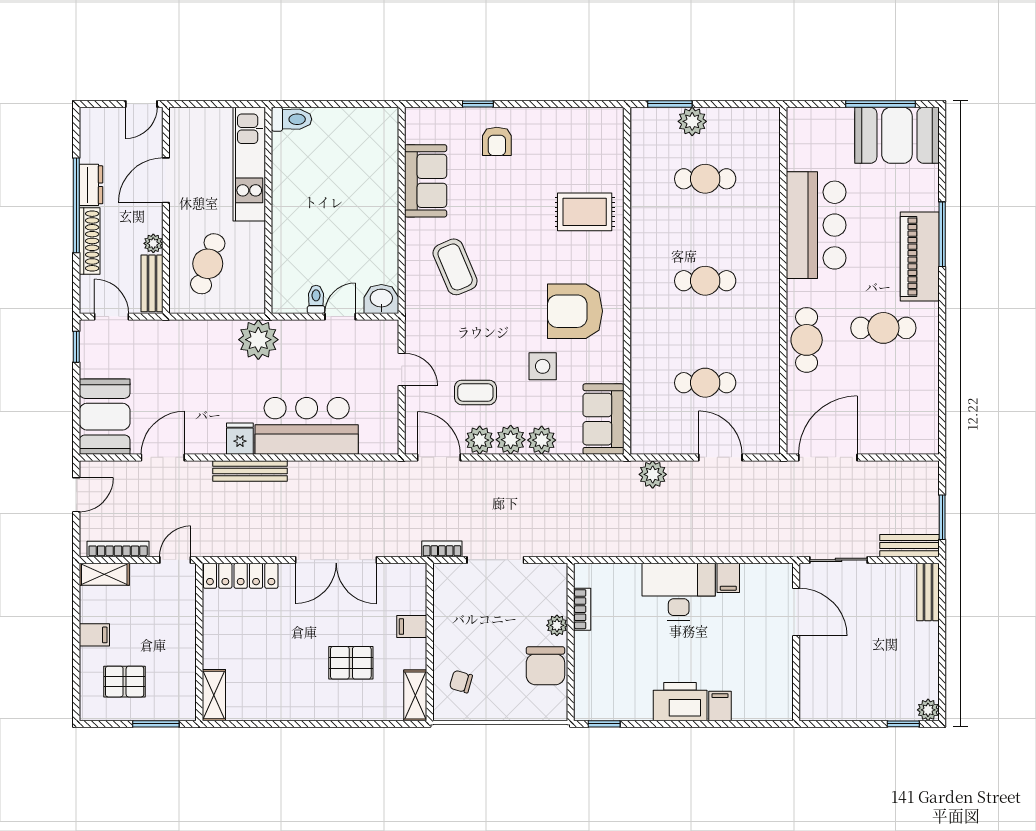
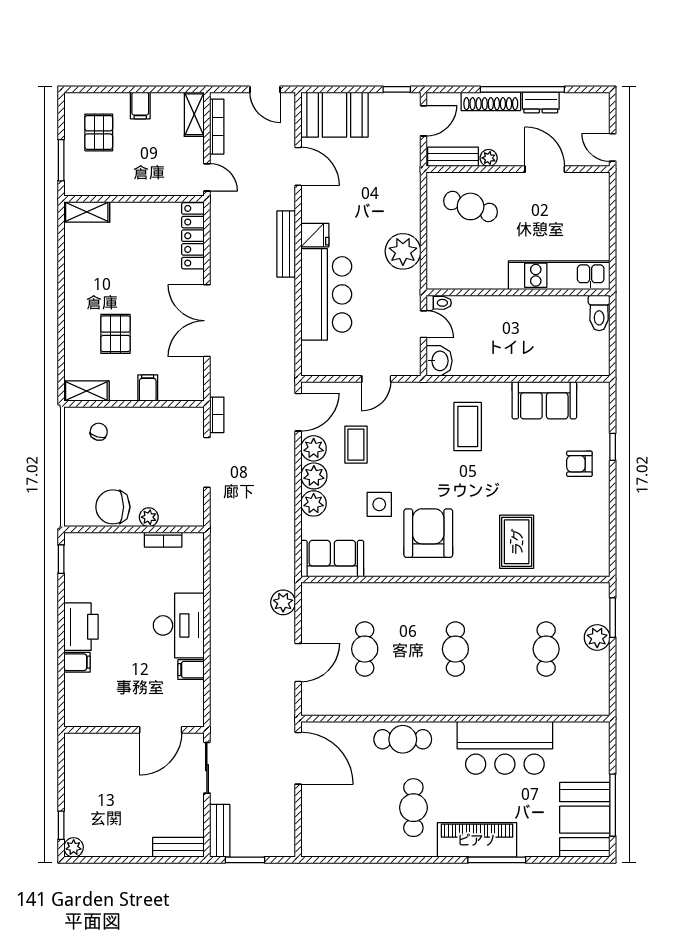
toilet: (292, 119) -> (599, 313), moved
kitchen unit: (249, 164) -> (559, 275), moved
wall: (268, 210) -> (518, 292), moved
coffee table: (455, 267) -> (468, 427), turned -67

